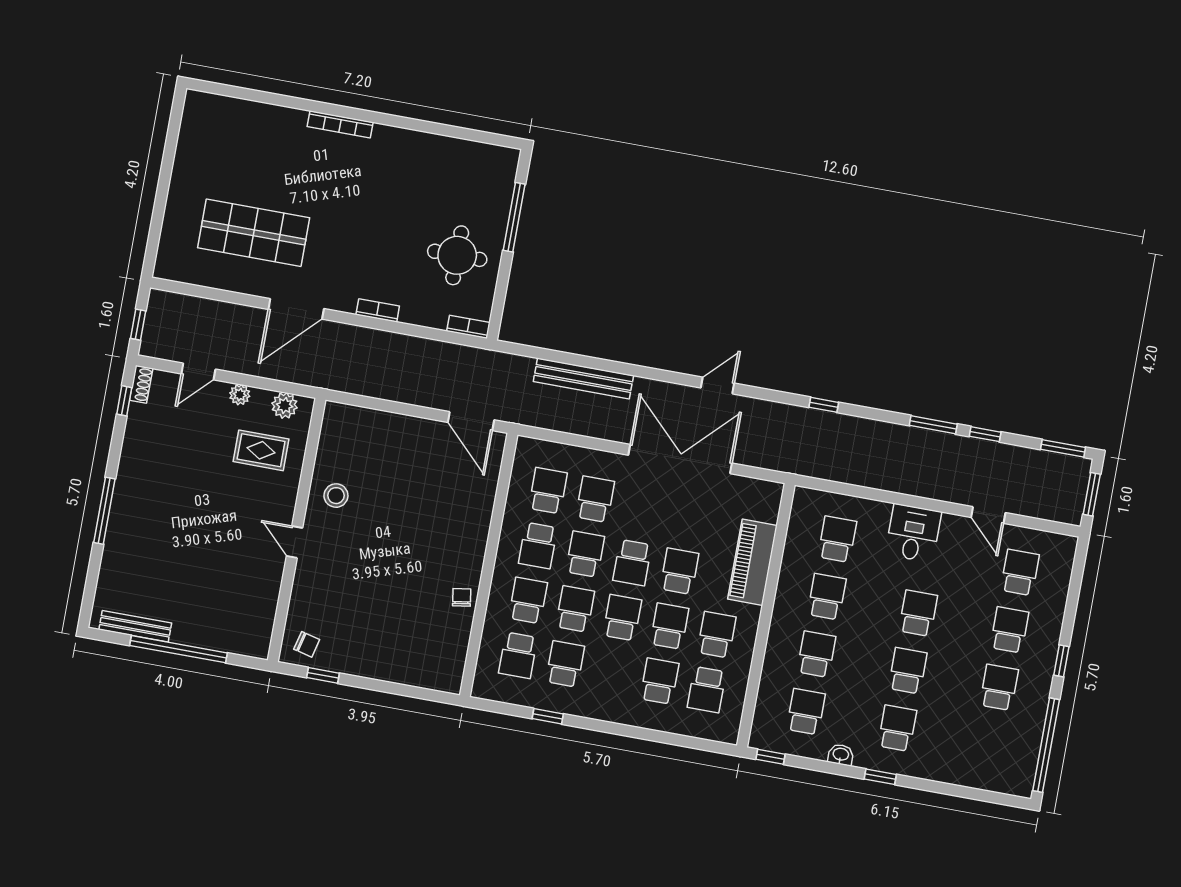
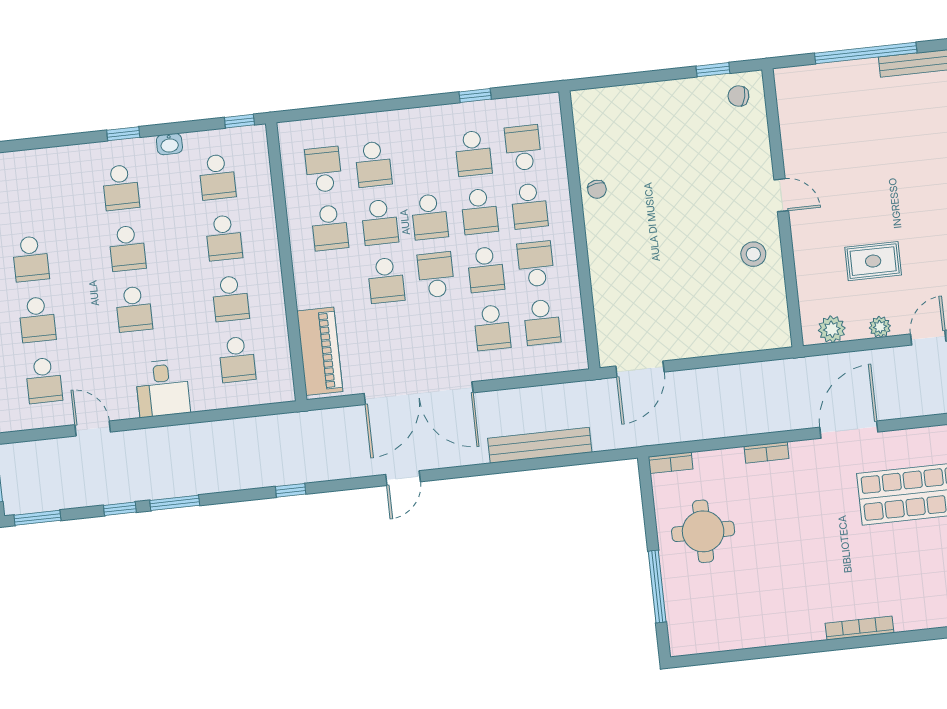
door: (471, 421) -> (640, 369), swing flipped
rug: (261, 450) -> (873, 261), moved
piano: (752, 562) -> (320, 351), moved

